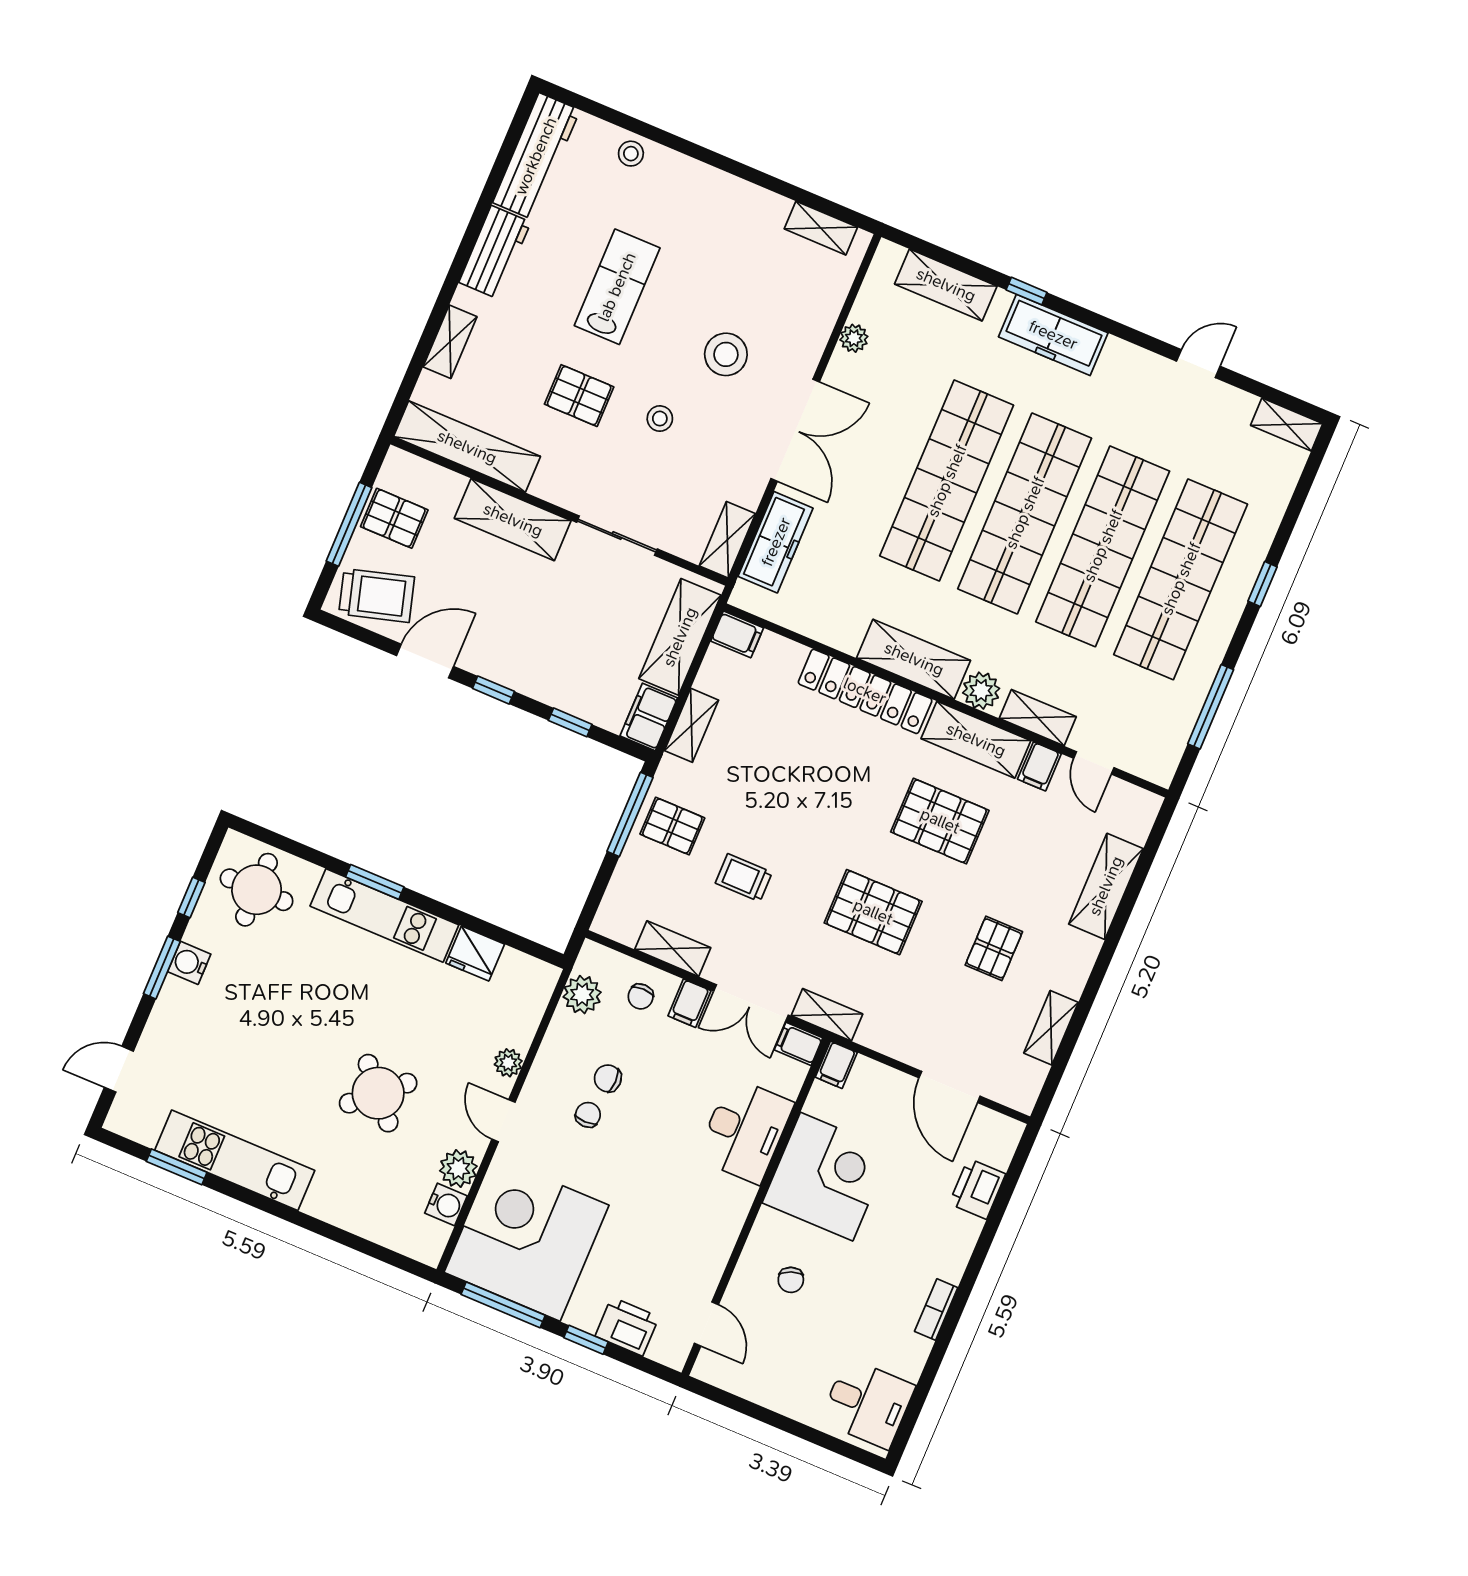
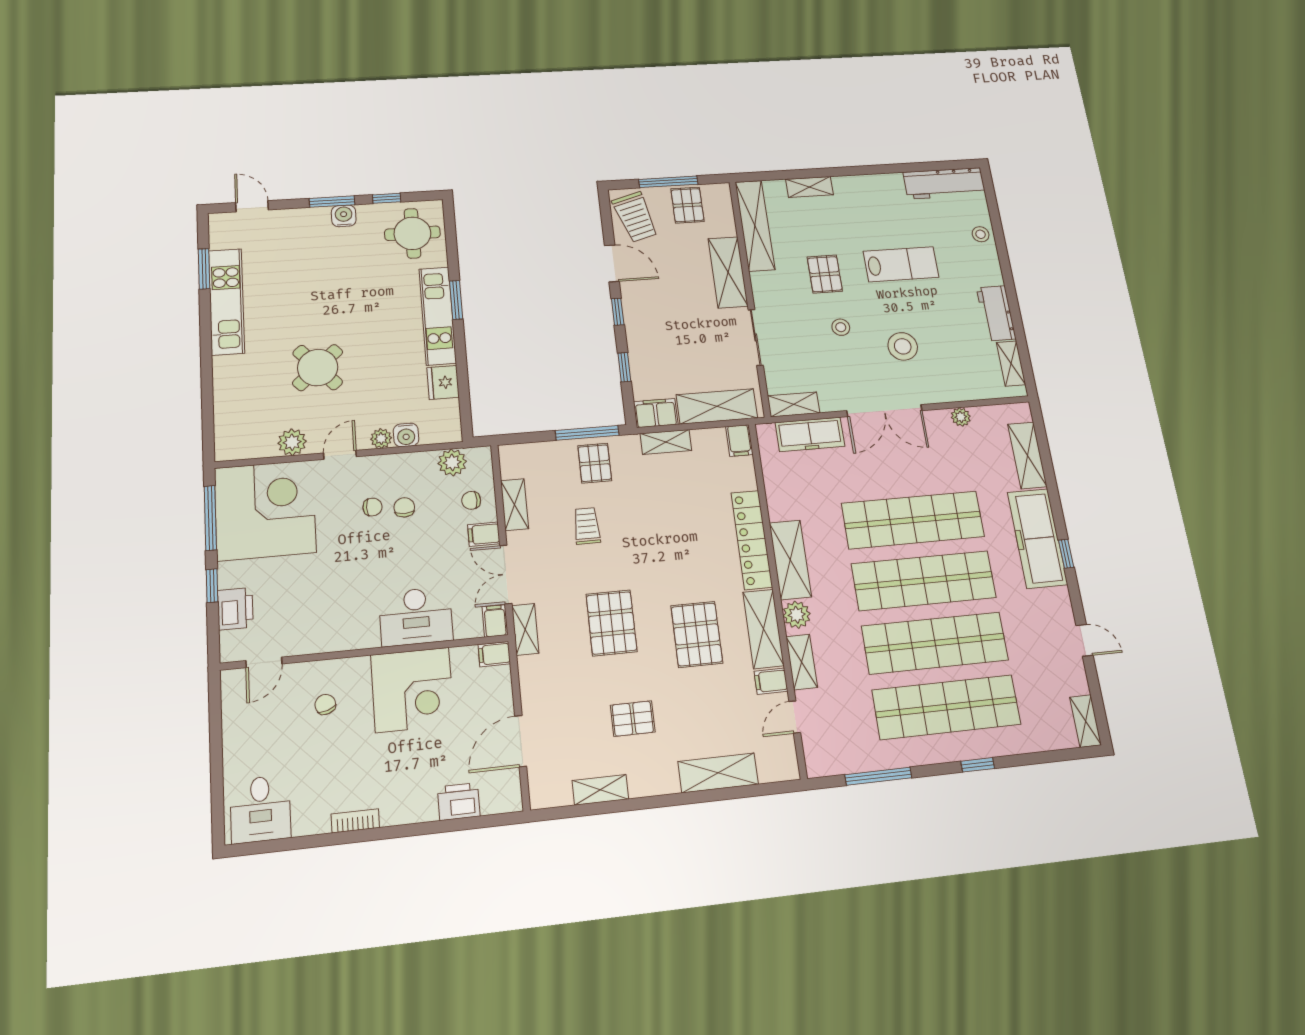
workbench: (495, 252) -> (996, 313), moved, turned 90
window: (1027, 291) -> (1066, 554), moved
freezer: (1053, 335) -> (1037, 538), width x1.36, depth x1.26
water cooler: (446, 1204) -> (406, 435), moved
chair: (791, 1280) -> (325, 704), turned 93

